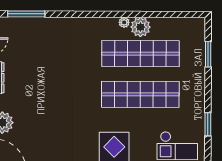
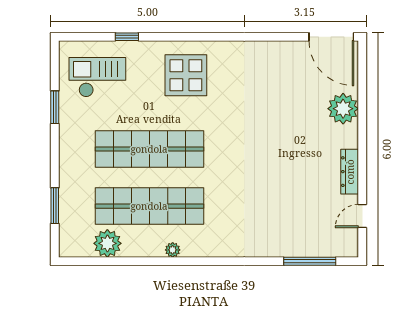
plant: (141, 27) -> (107, 243), moved

